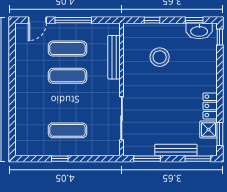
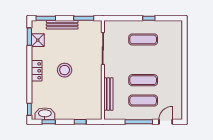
stool: (160, 57) -> (65, 70), moved
locker: (210, 106) -> (37, 71), moved

